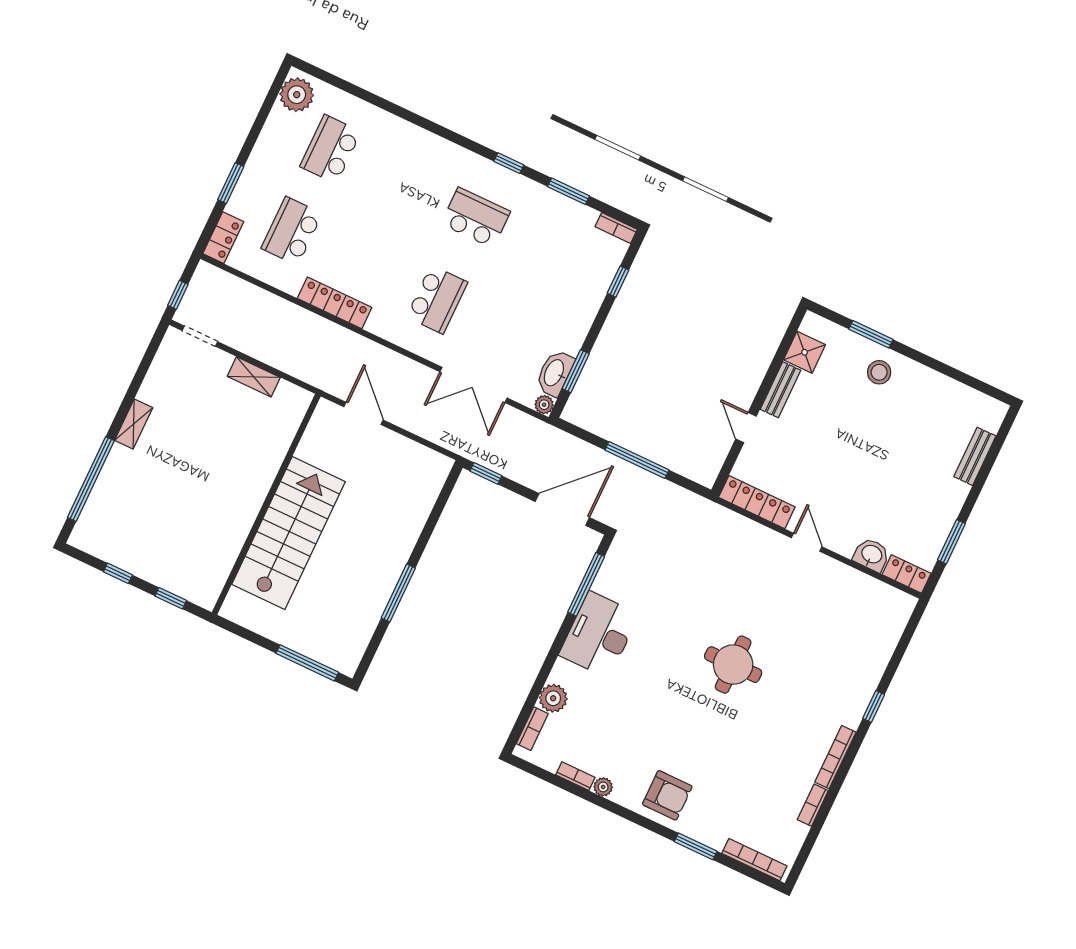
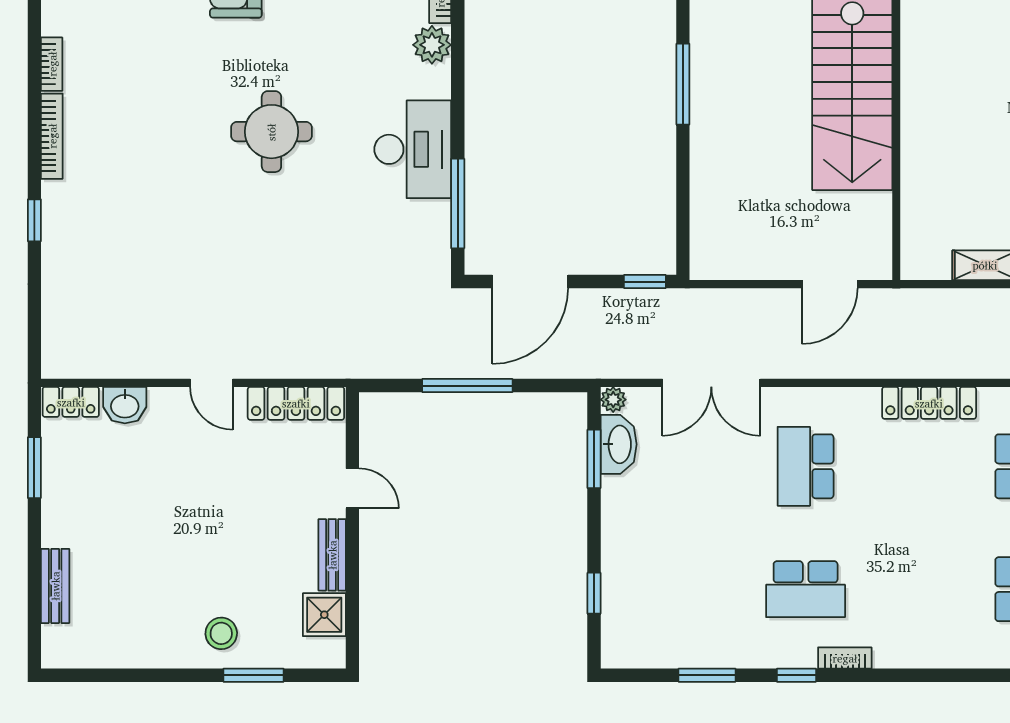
bookcase: (616, 228) -> (845, 658), moved
double door: (473, 385) -> (711, 383), swing flipped
door: (363, 413) -> (830, 284), hinge flipped
round table: (733, 665) -> (271, 132), moved

